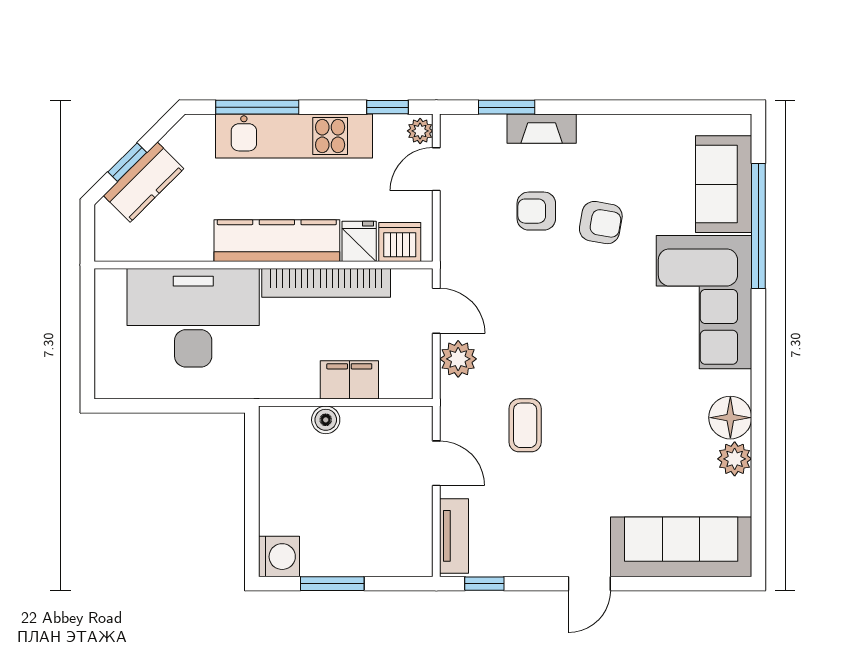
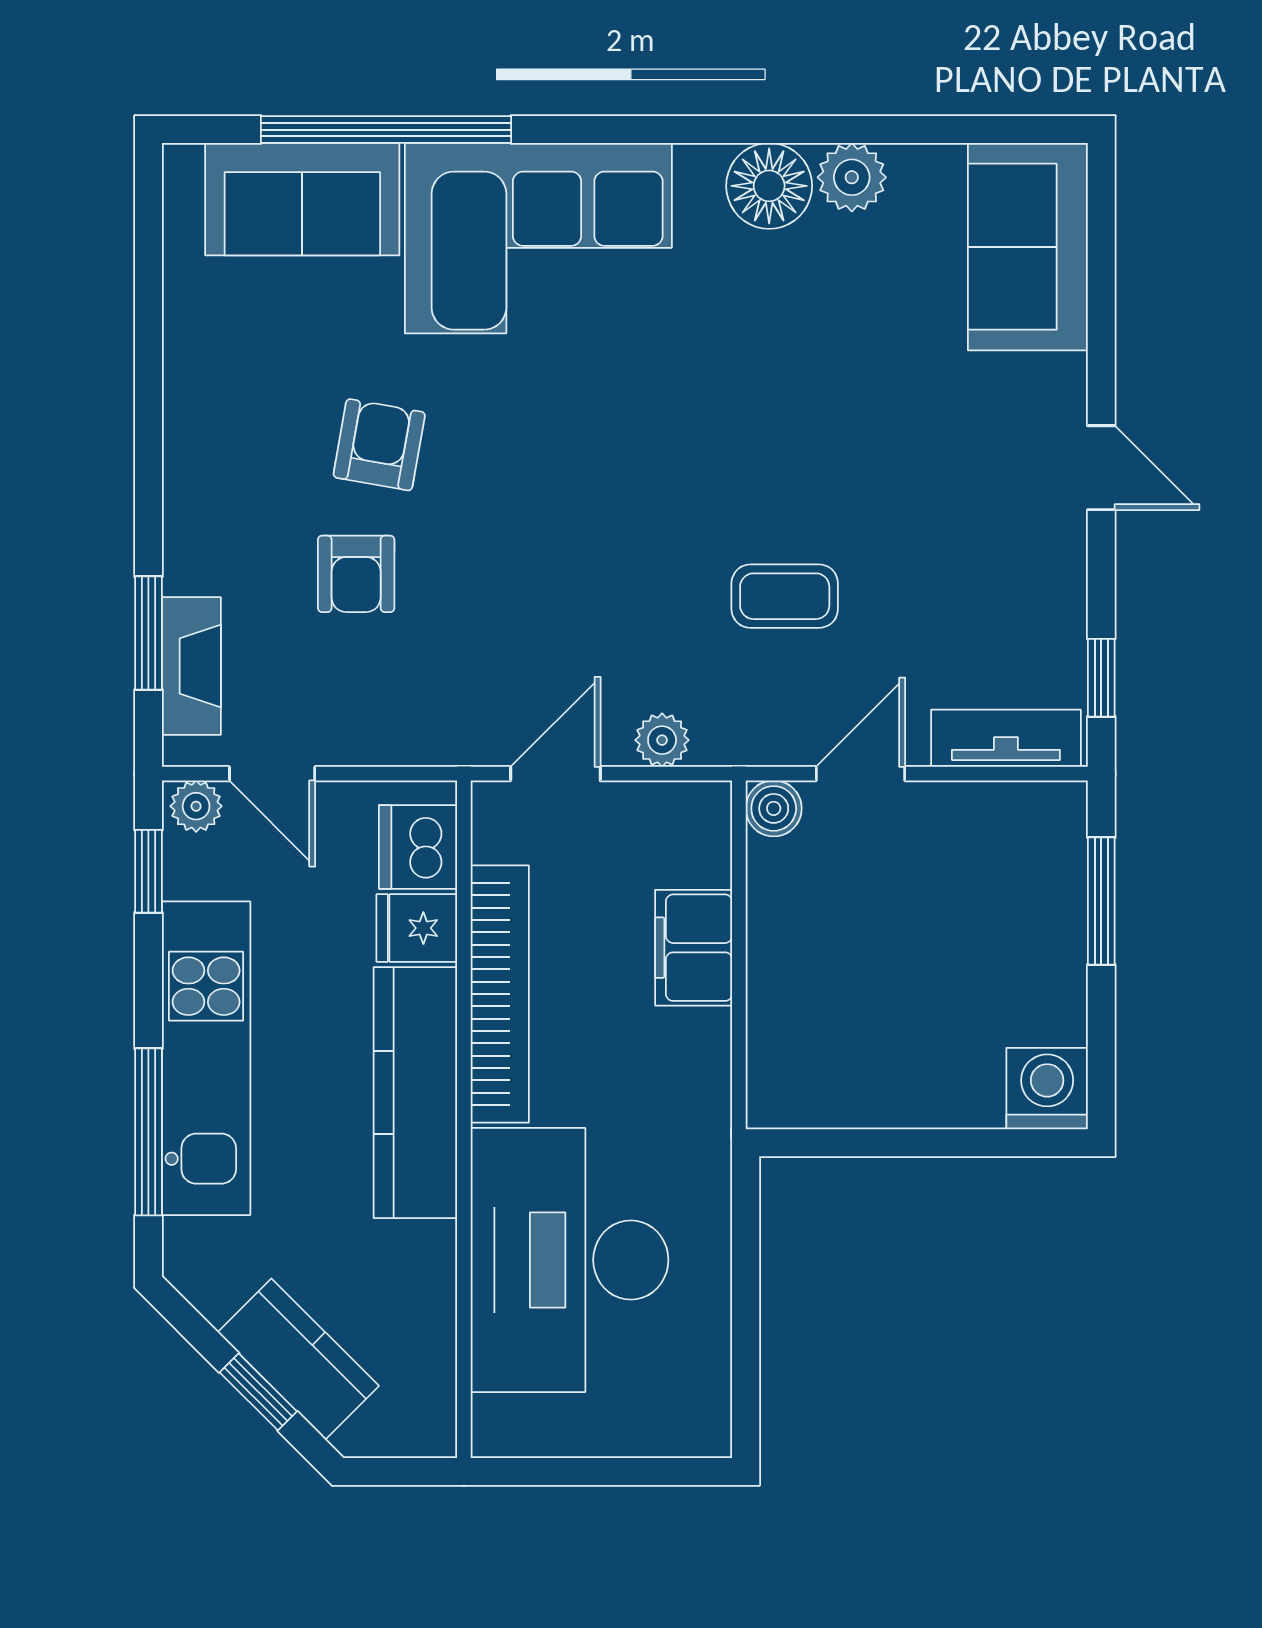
fireplace: (542, 129) -> (191, 666), moved
plant: (458, 359) -> (662, 740), width x0.73, depth x0.73
boiler: (326, 420) -> (774, 808), moved
sofa: (681, 547) -> (1028, 247), width x0.73
window: (332, 584) -> (1101, 901), moved

